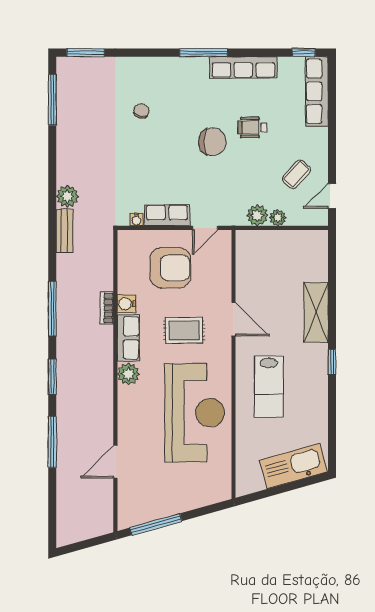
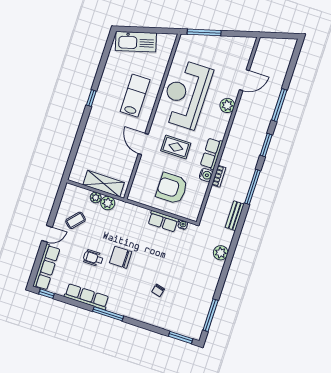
wheelchair: (252, 127) -> (93, 258), turned 180
door: (332, 196) -> (47, 234), moved
door: (205, 228) -> (142, 206), removed
bench: (65, 231) -> (235, 216), moved
shelving: (316, 312) -> (104, 184), moved, turned 90
plant: (128, 374) -> (227, 105), moved
window: (156, 524) -> (204, 32), moved

